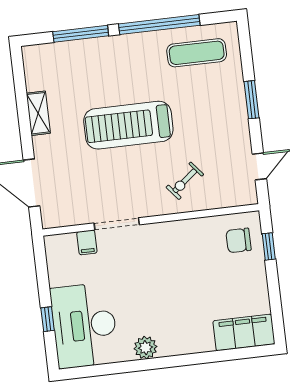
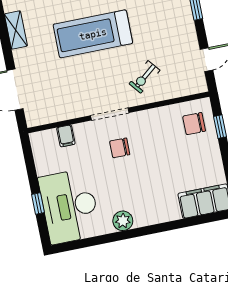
doorway: (117, 224) -> (110, 114), moved
chair: (149, 262) -> (120, 148), added

